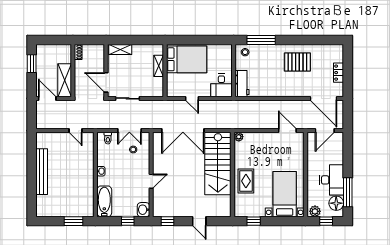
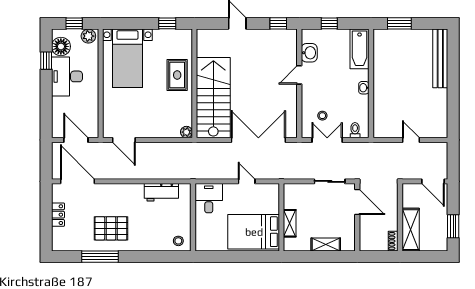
window: (261, 40) -> (100, 257), moved
shelving: (120, 49) -> (326, 244), moved
shelving: (65, 80) -> (411, 230), moved
workbench: (242, 84) -> (161, 192), moved, turned -90
door: (76, 131) -> (411, 140), moved
door: (325, 131) -> (76, 140), hinge flipped
bench: (42, 172) -> (440, 58), moved
window: (348, 192) -> (46, 61), width x0.46
washbasin: (143, 210) -> (309, 53), moved

